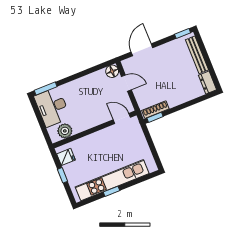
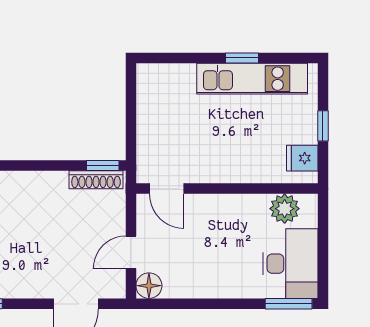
door: (126, 83) -> (131, 252), hinge flipped
kitchen unit: (112, 180) -> (252, 79), width x0.73

